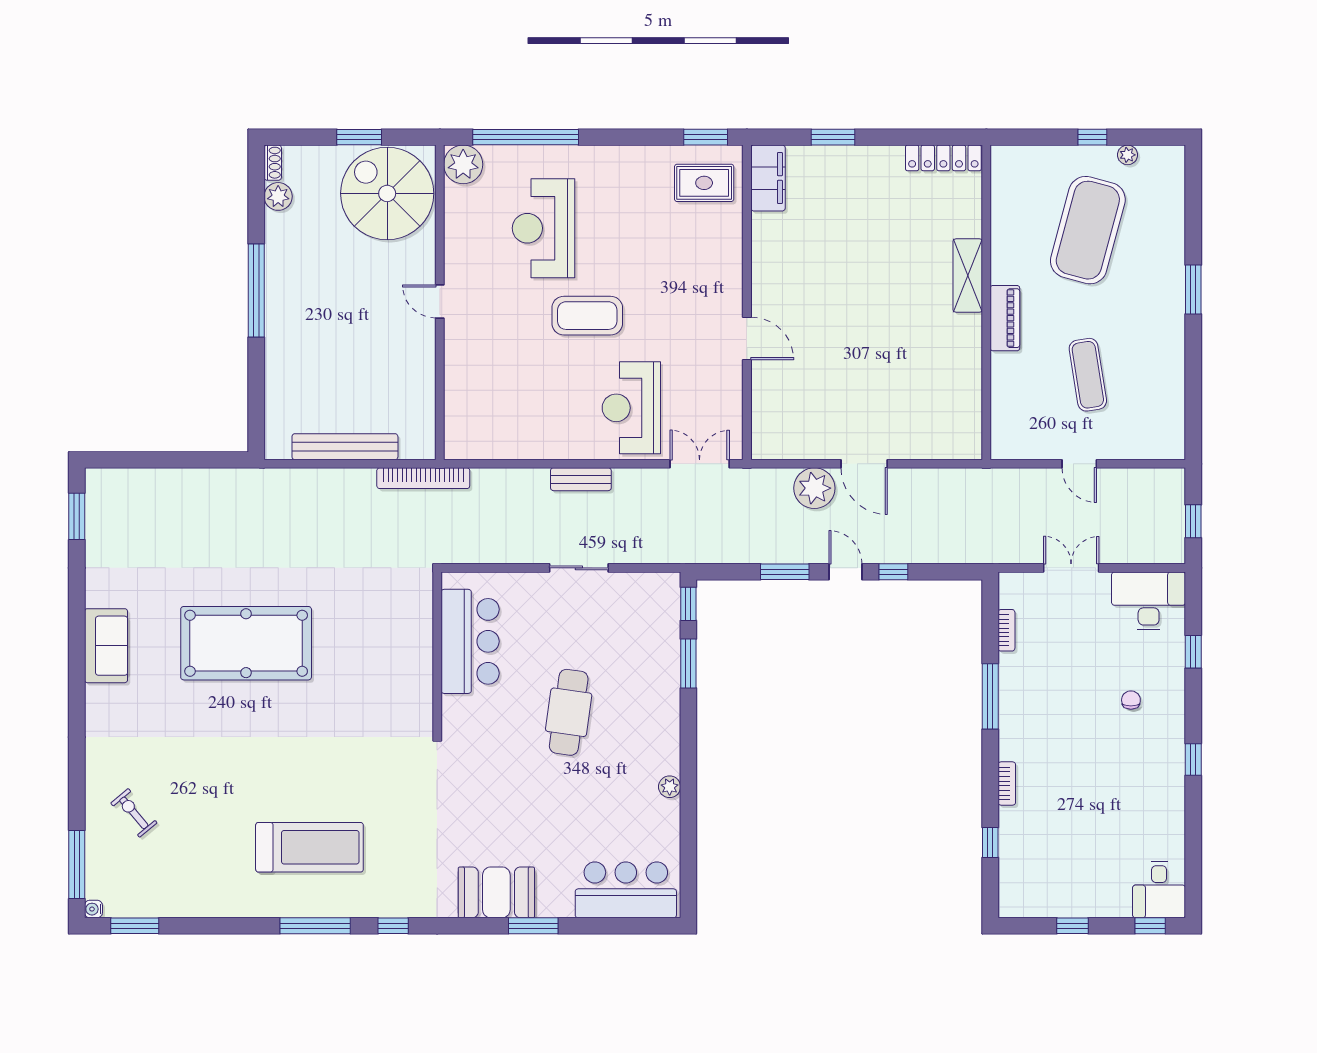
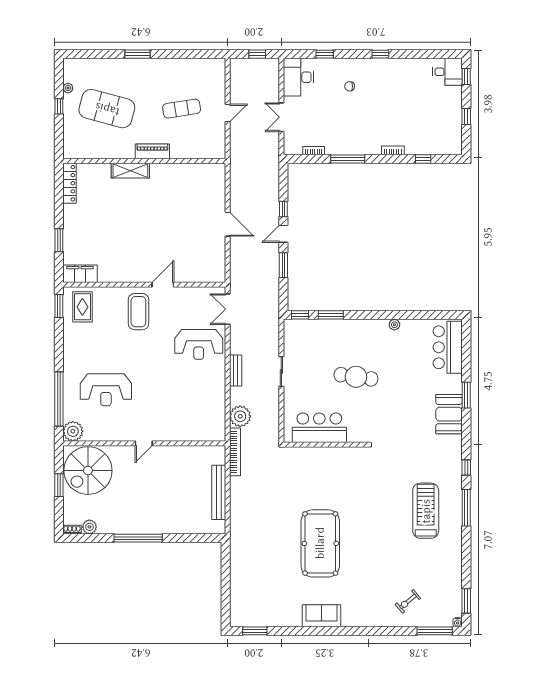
coffee table: (587, 316) -> (138, 312), moved
door: (864, 464) -> (228, 224), hinge flipped
plant: (814, 488) -> (240, 416), moved

